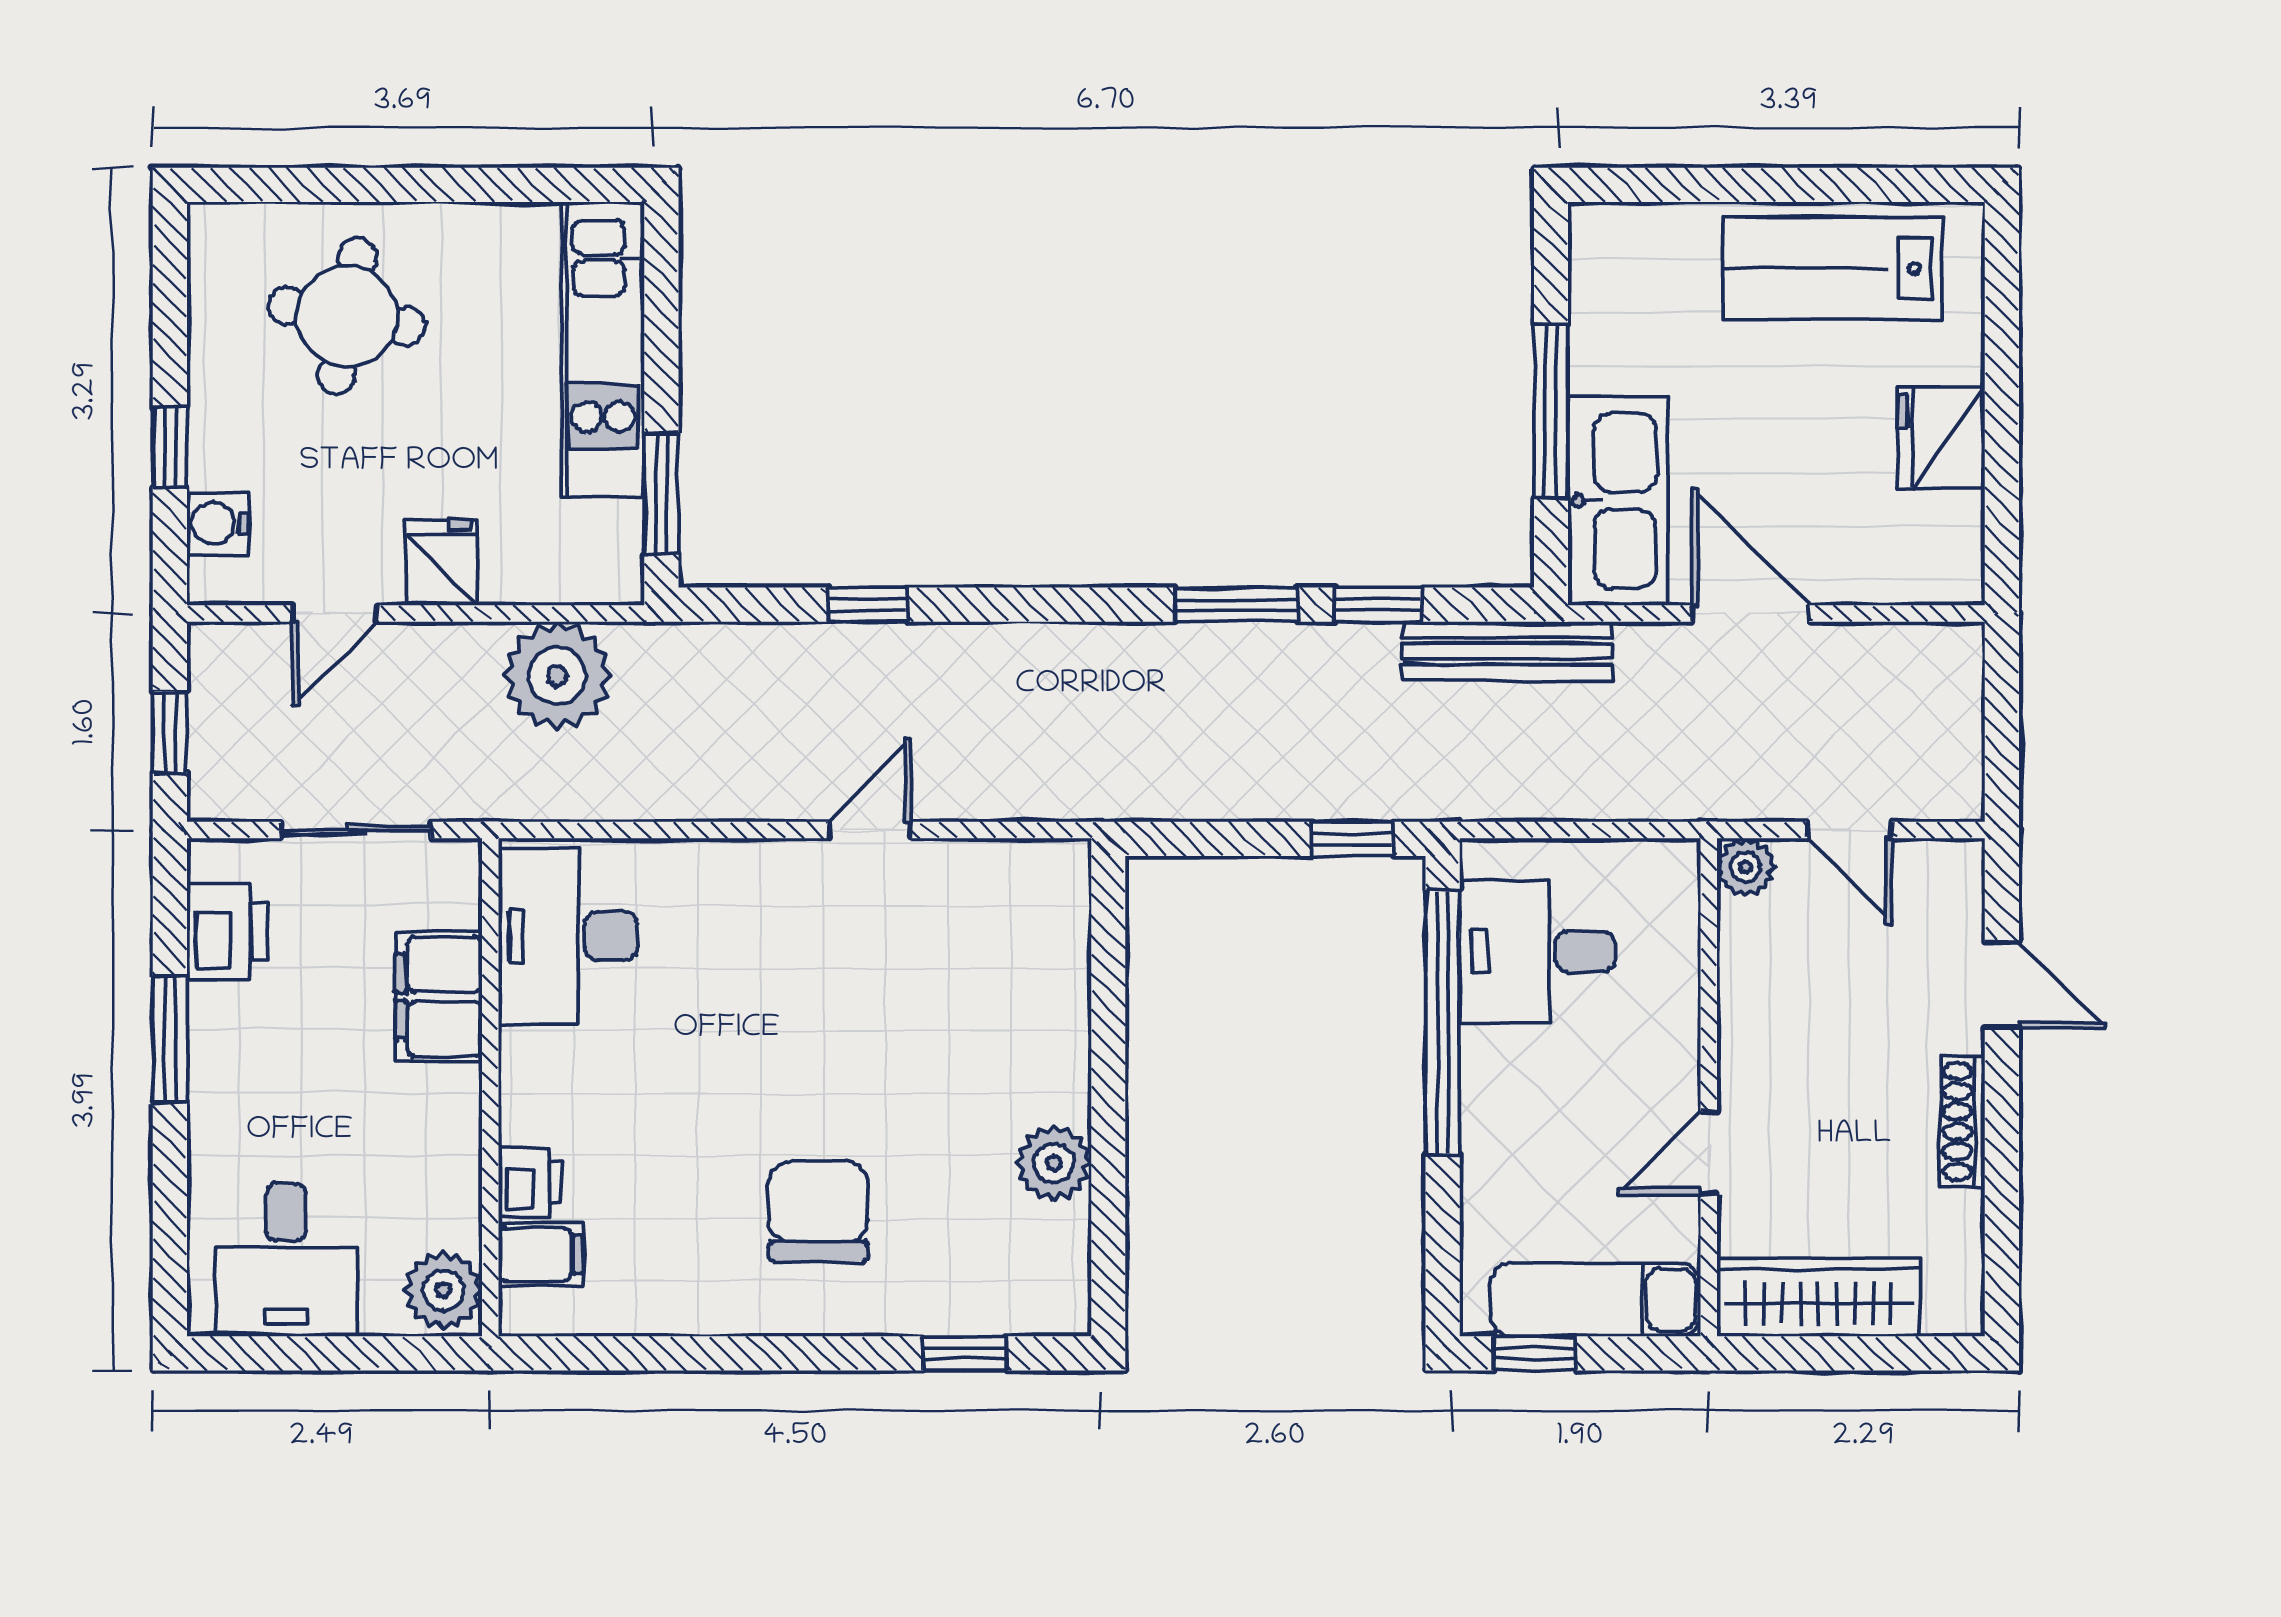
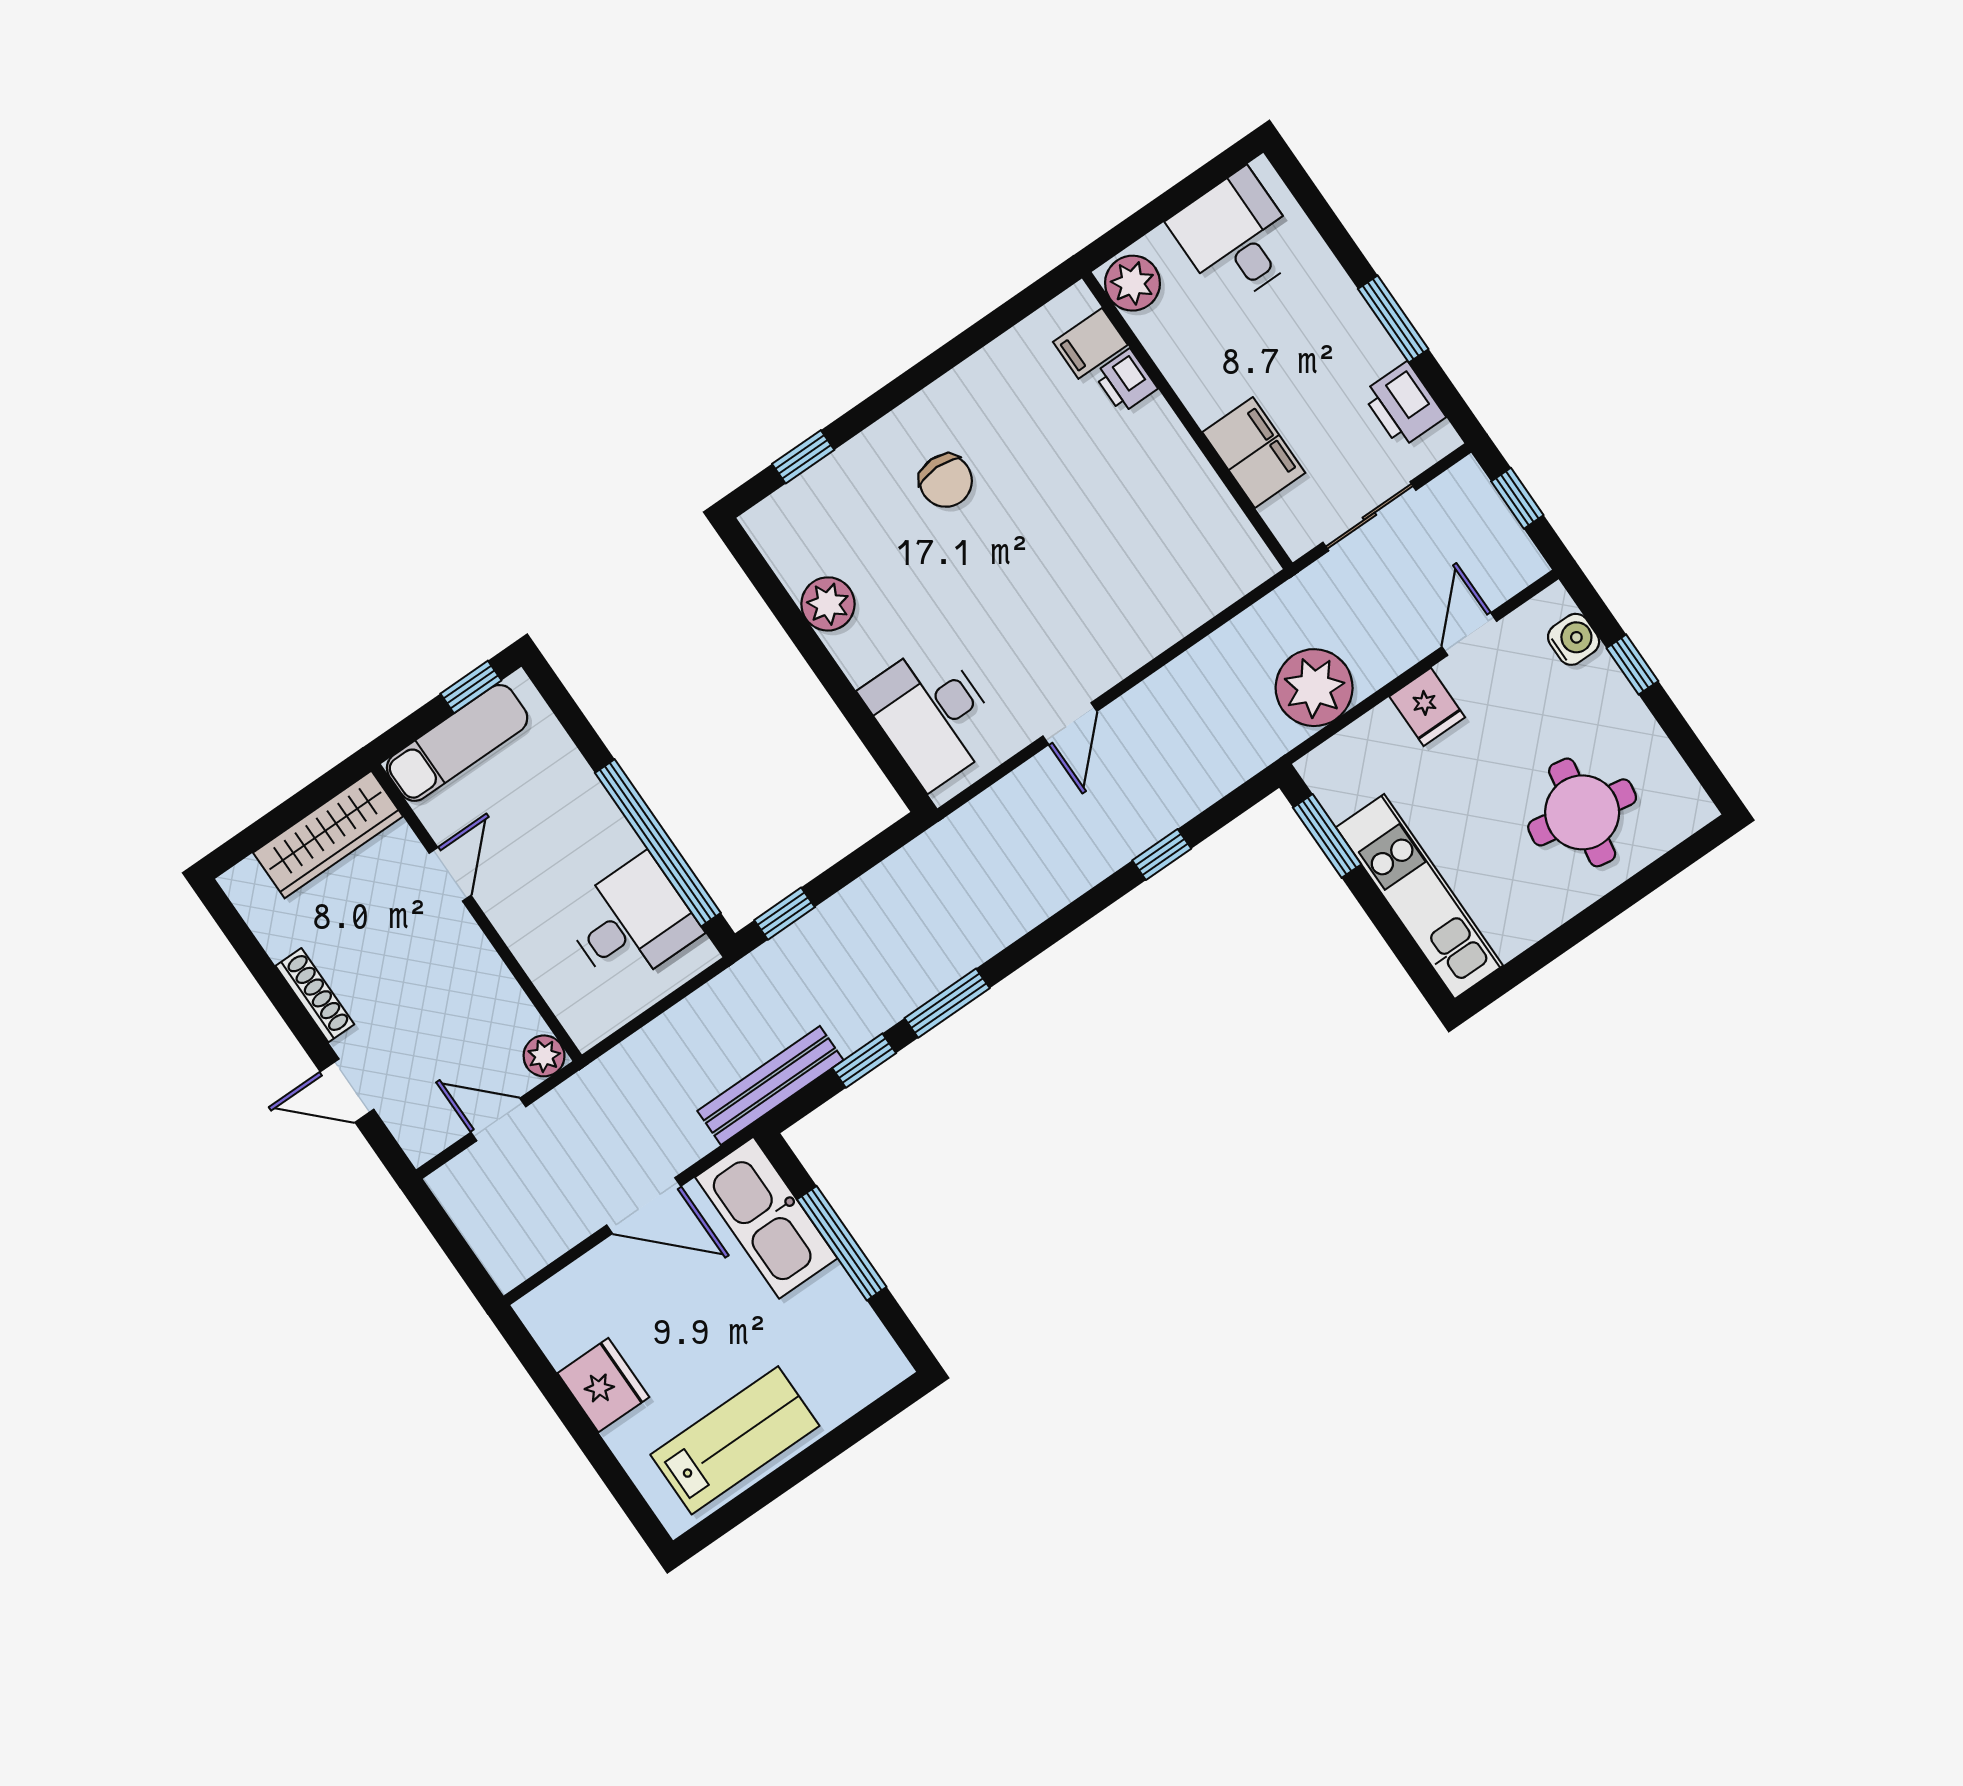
desk: (568, 936) -> (932, 715), moved, turned 180
chair: (818, 1211) -> (946, 481), width x0.73, depth x0.73

